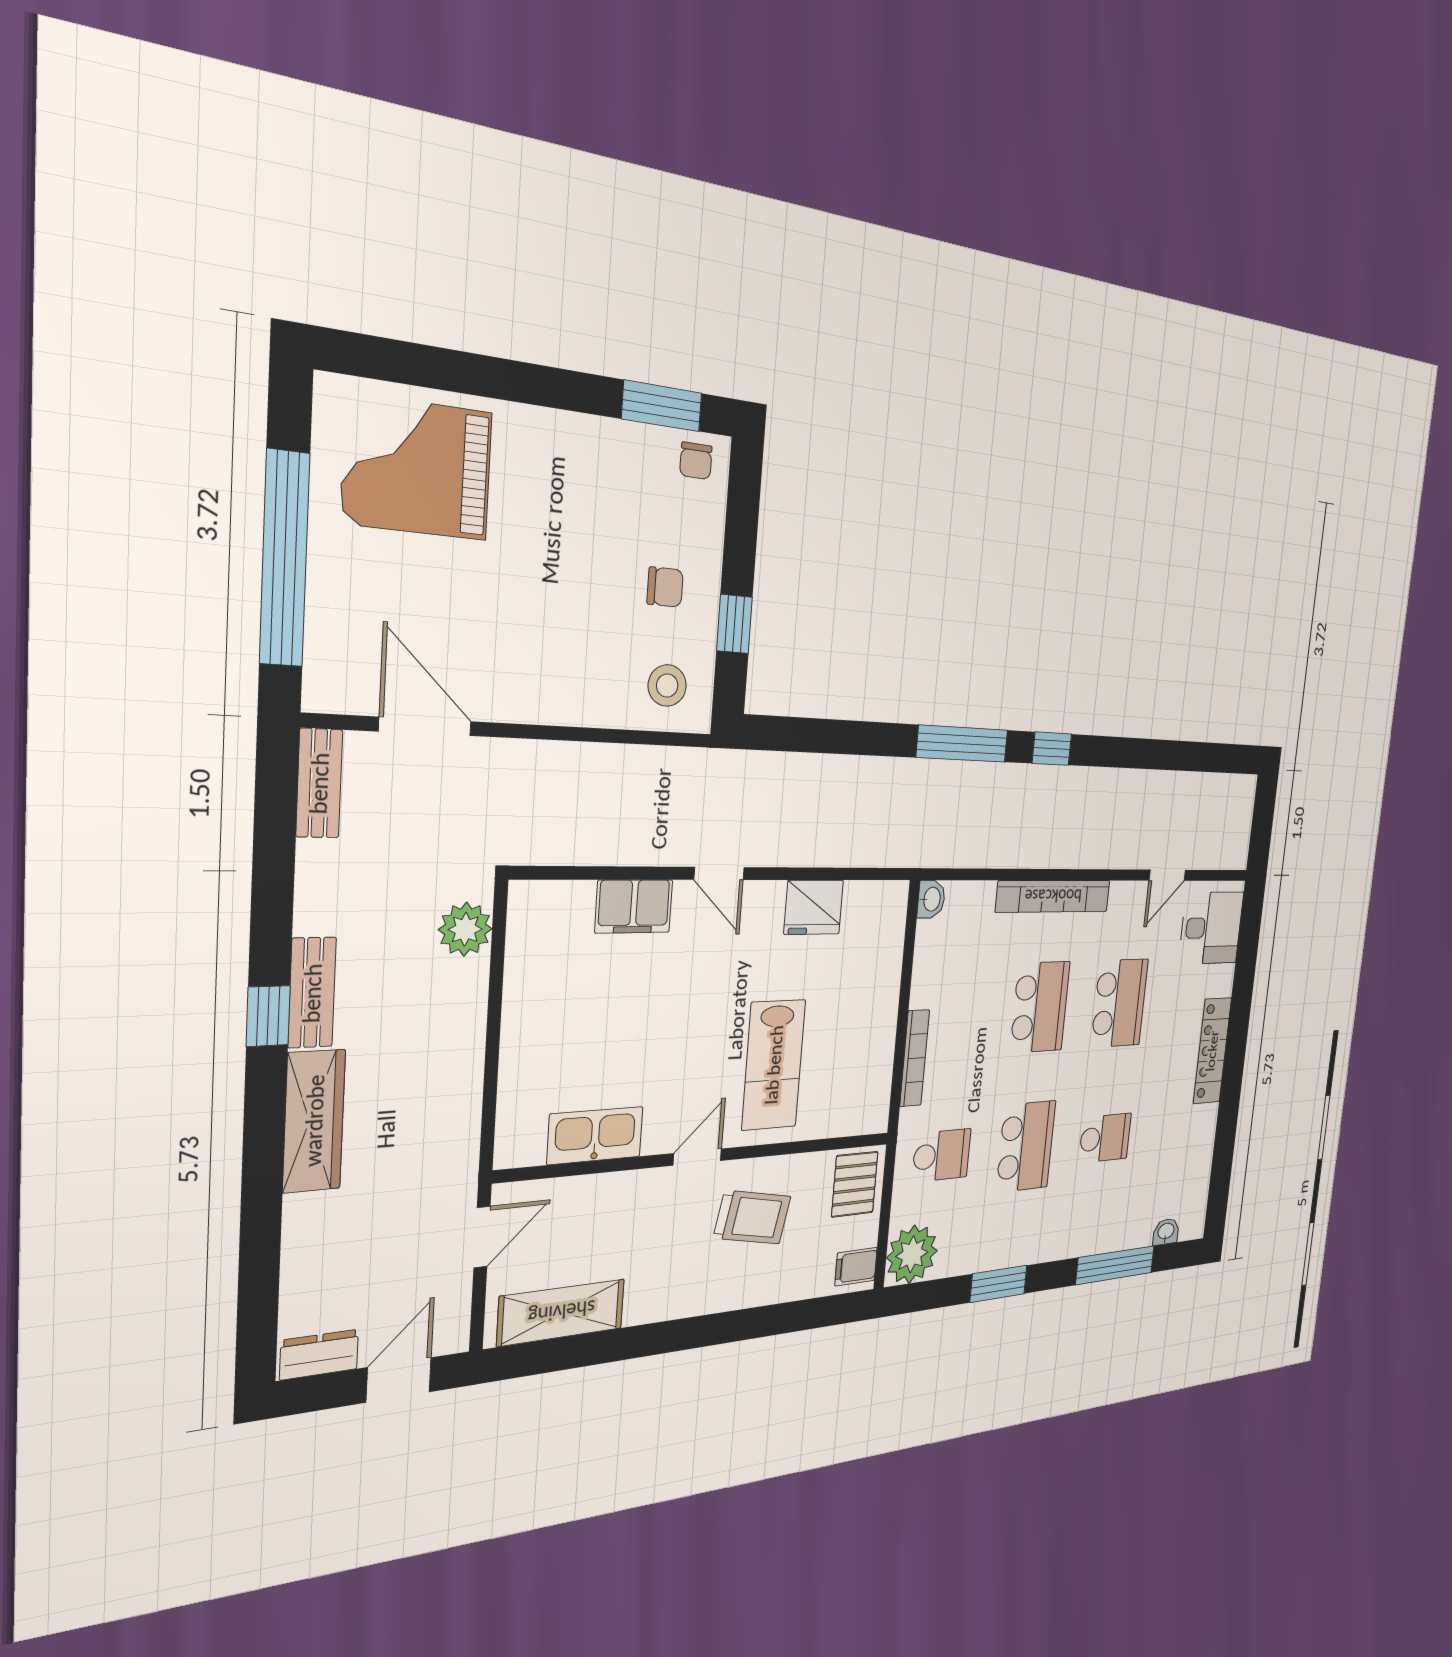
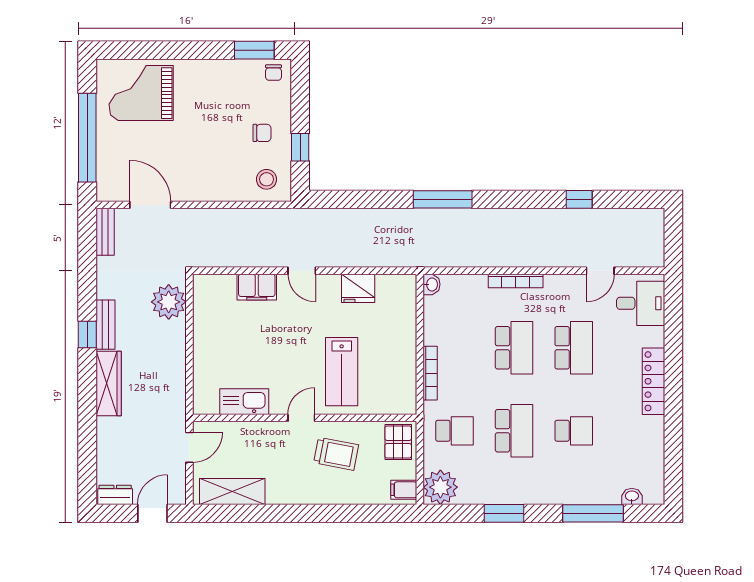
window: (1052, 749) -> (579, 199), moved
bookcase: (1053, 896) -> (516, 281), width x0.68, depth x0.76
plant: (465, 929) -> (169, 302), width x1.36, depth x1.36

